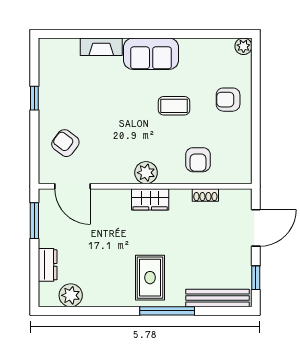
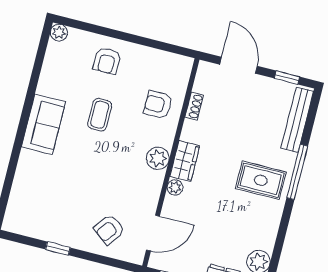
fireplace: (101, 47) -> (24, 171), removed
armchair: (198, 160) -> (158, 105), turned 180
plant: (122, 196) -> (175, 187), added

